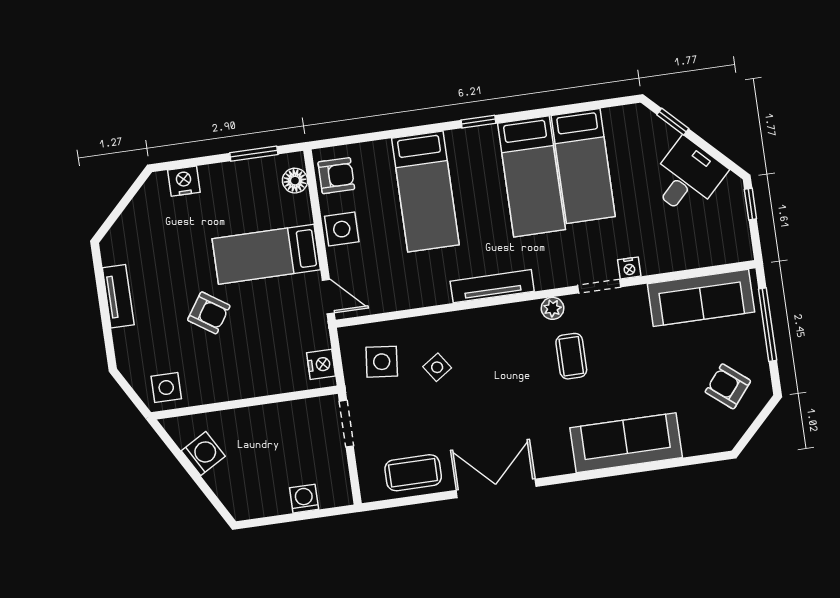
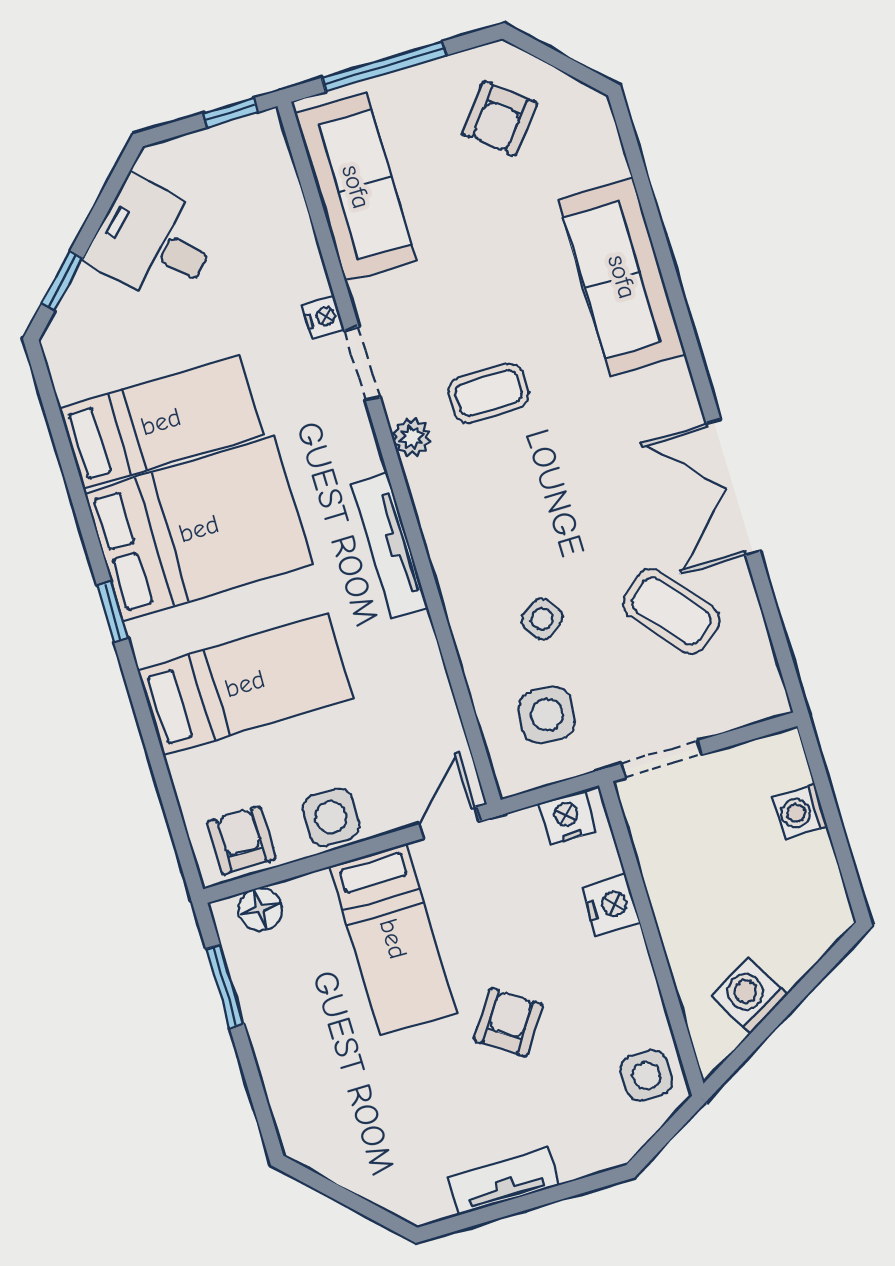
bed: (531, 176) -> (199, 529), width x1.50
nightstand: (184, 181) -> (611, 905), moved, turned 180
window: (750, 204) -> (231, 113), moved
coffee table: (413, 473) -> (671, 611), moved, turned -40

